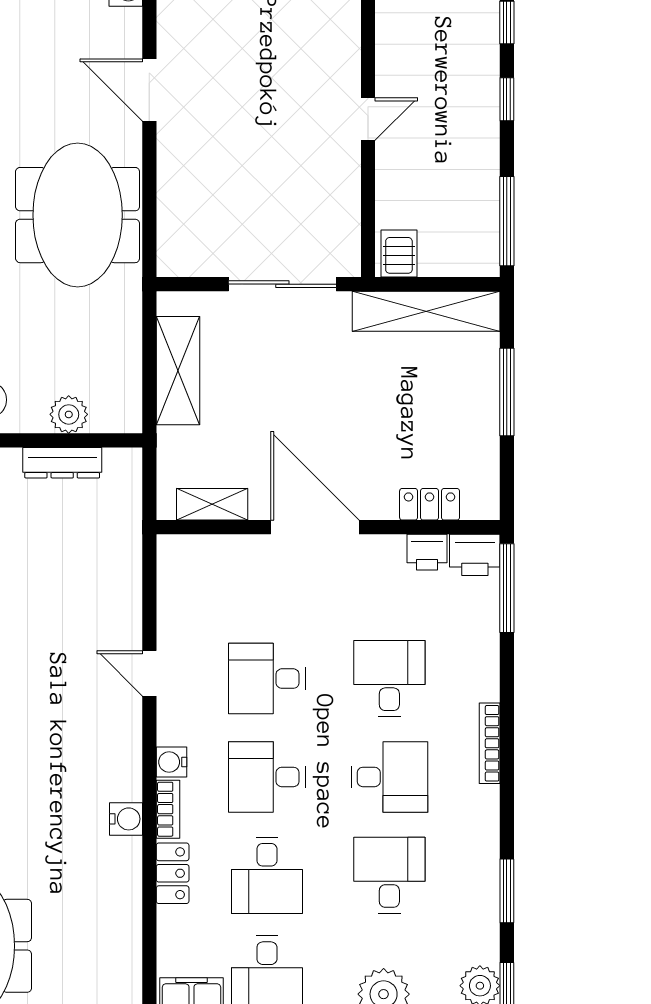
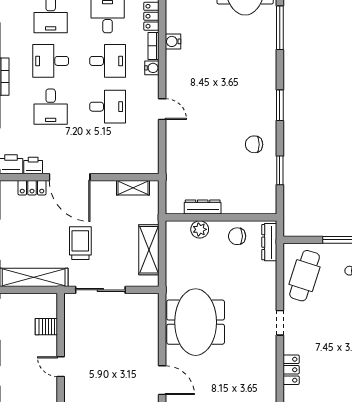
door: (368, 119) -> (61, 367), hinge flipped
server rack: (399, 254) -> (46, 327), moved, turned 90
trolley: (325, 385) -> (80, 243), added
door: (315, 527) -> (70, 177), moved

